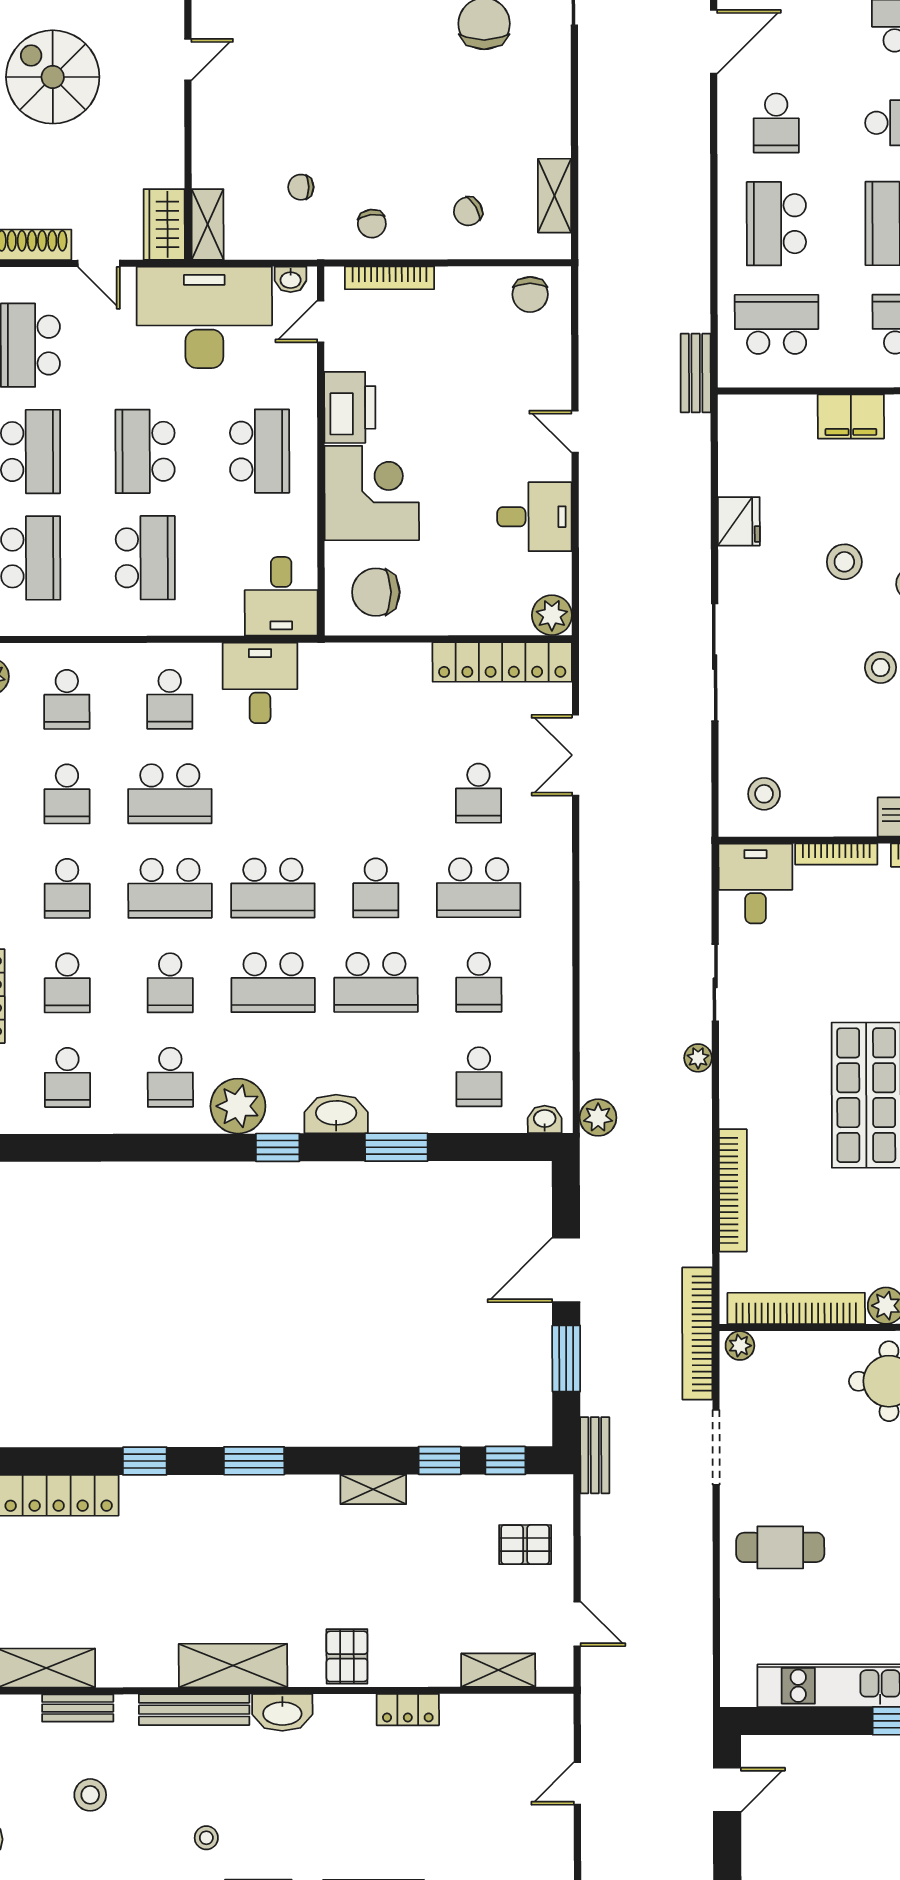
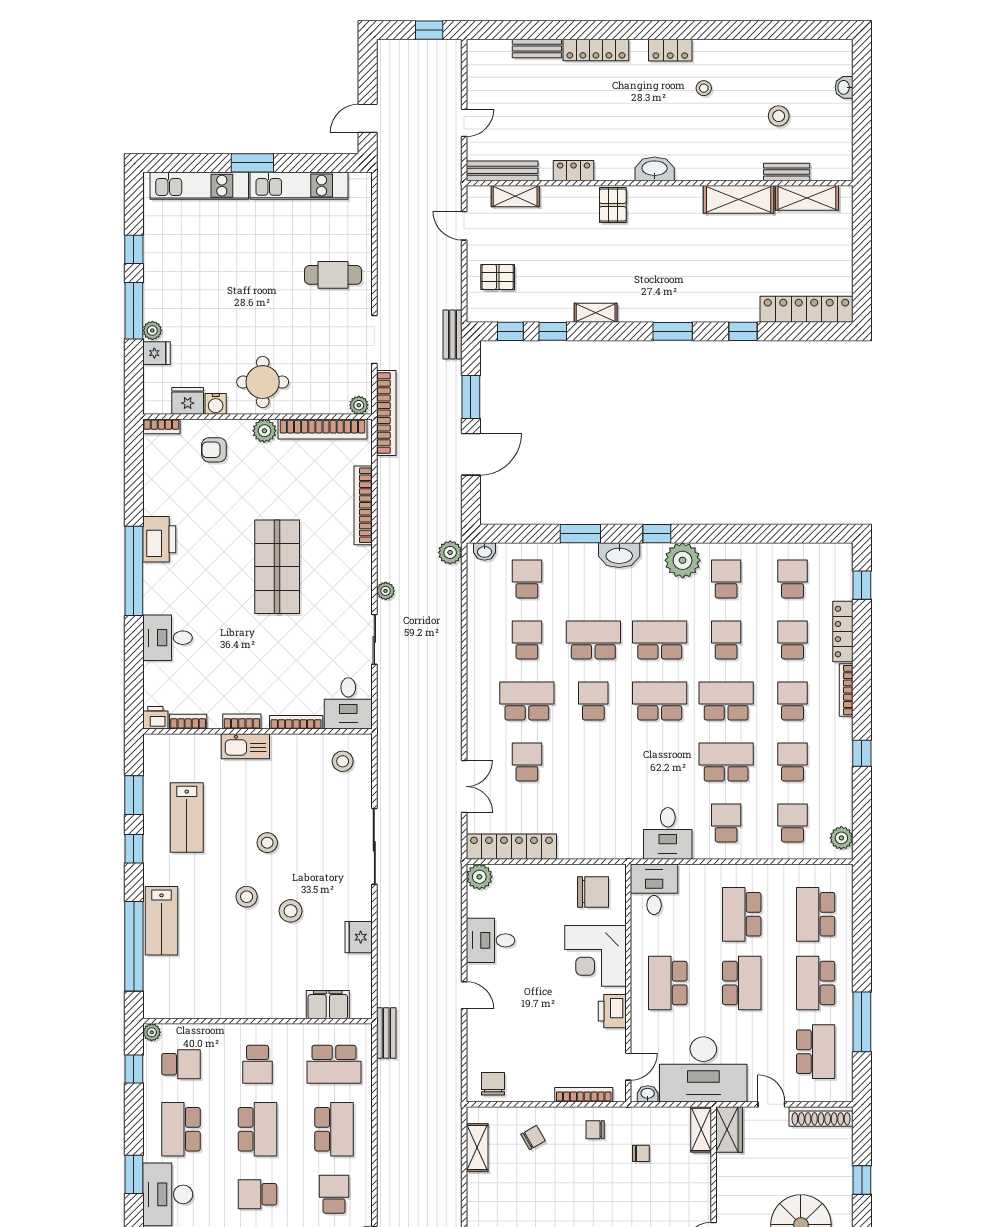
chair: (372, 224) -> (595, 1130), turned -83
printer: (350, 407) -> (612, 1011), width x0.73, depth x0.84
filing cabinet: (851, 416) -> (328, 1005), moved
shelving: (233, 1665) -> (739, 199), moved
bench: (194, 1710) -> (502, 171), moved

